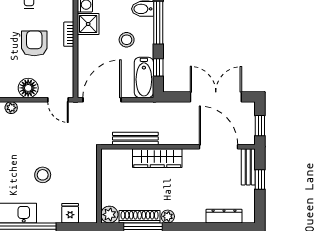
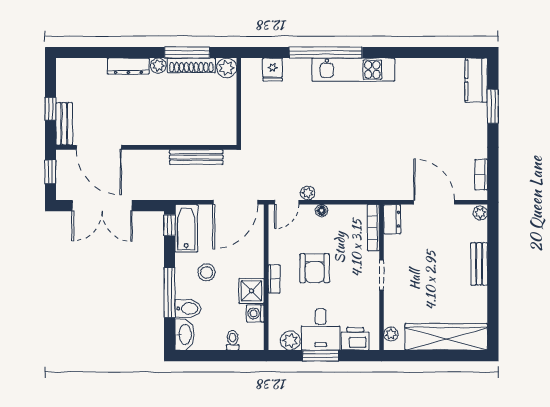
window: (158, 67) -> (170, 225), moved
floor lamp: (28, 88) -> (322, 211), width x0.53, depth x0.53
door: (58, 100) -> (287, 202), swing flipped
plant: (11, 108) -> (308, 193), moved
wardrobe: (157, 158) -> (171, 134), removed
stool: (43, 175) -> (305, 114), removed
dresser: (224, 216) -> (128, 66), moved

